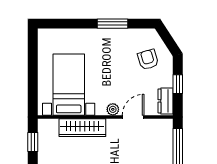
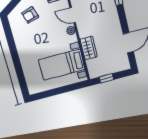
window: (113, 24) -> (12, 46), removed
wardrobe: (82, 128) -> (89, 48), width x0.67

